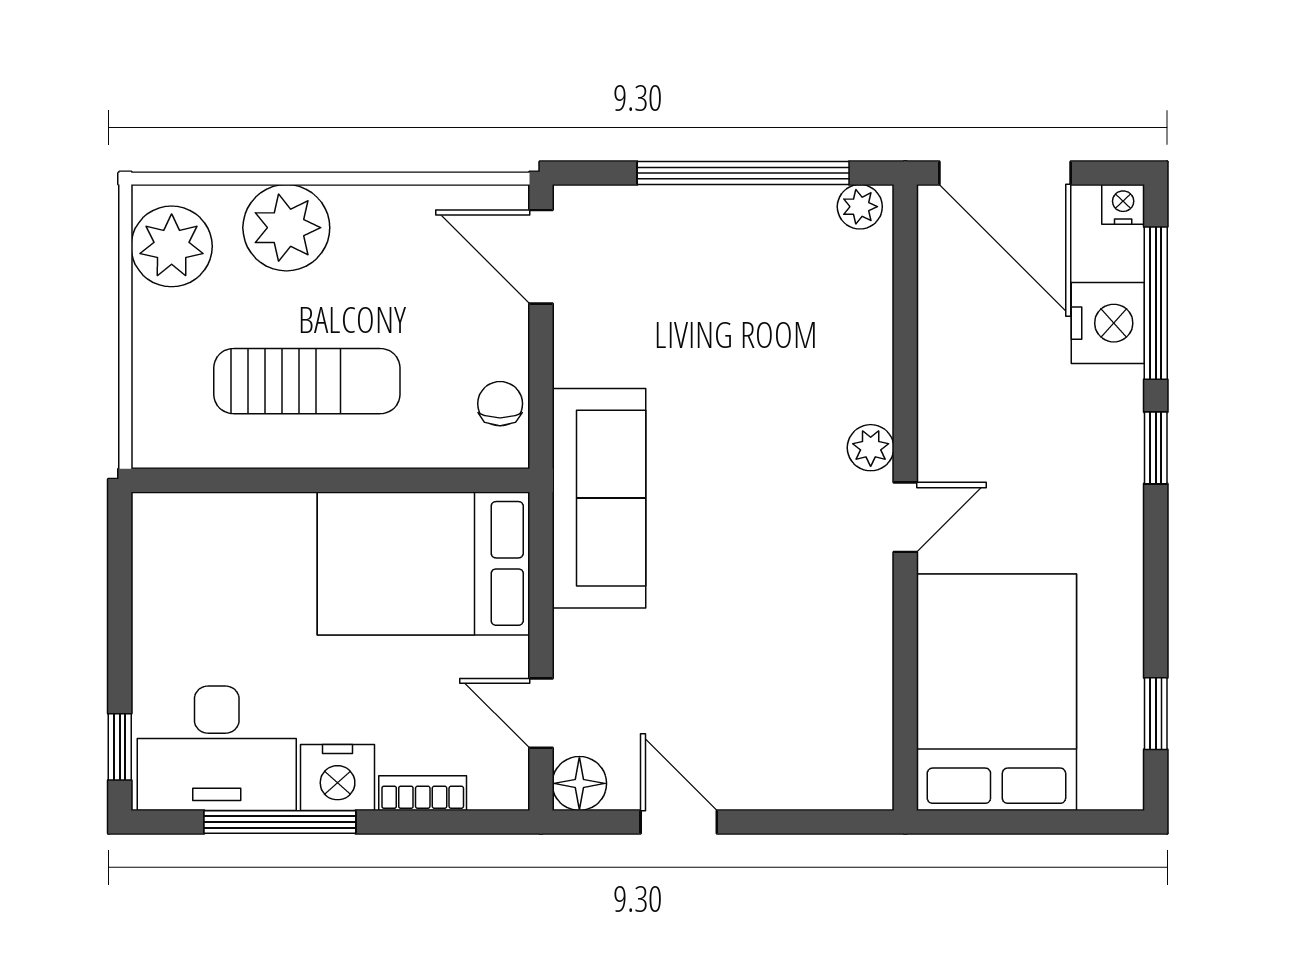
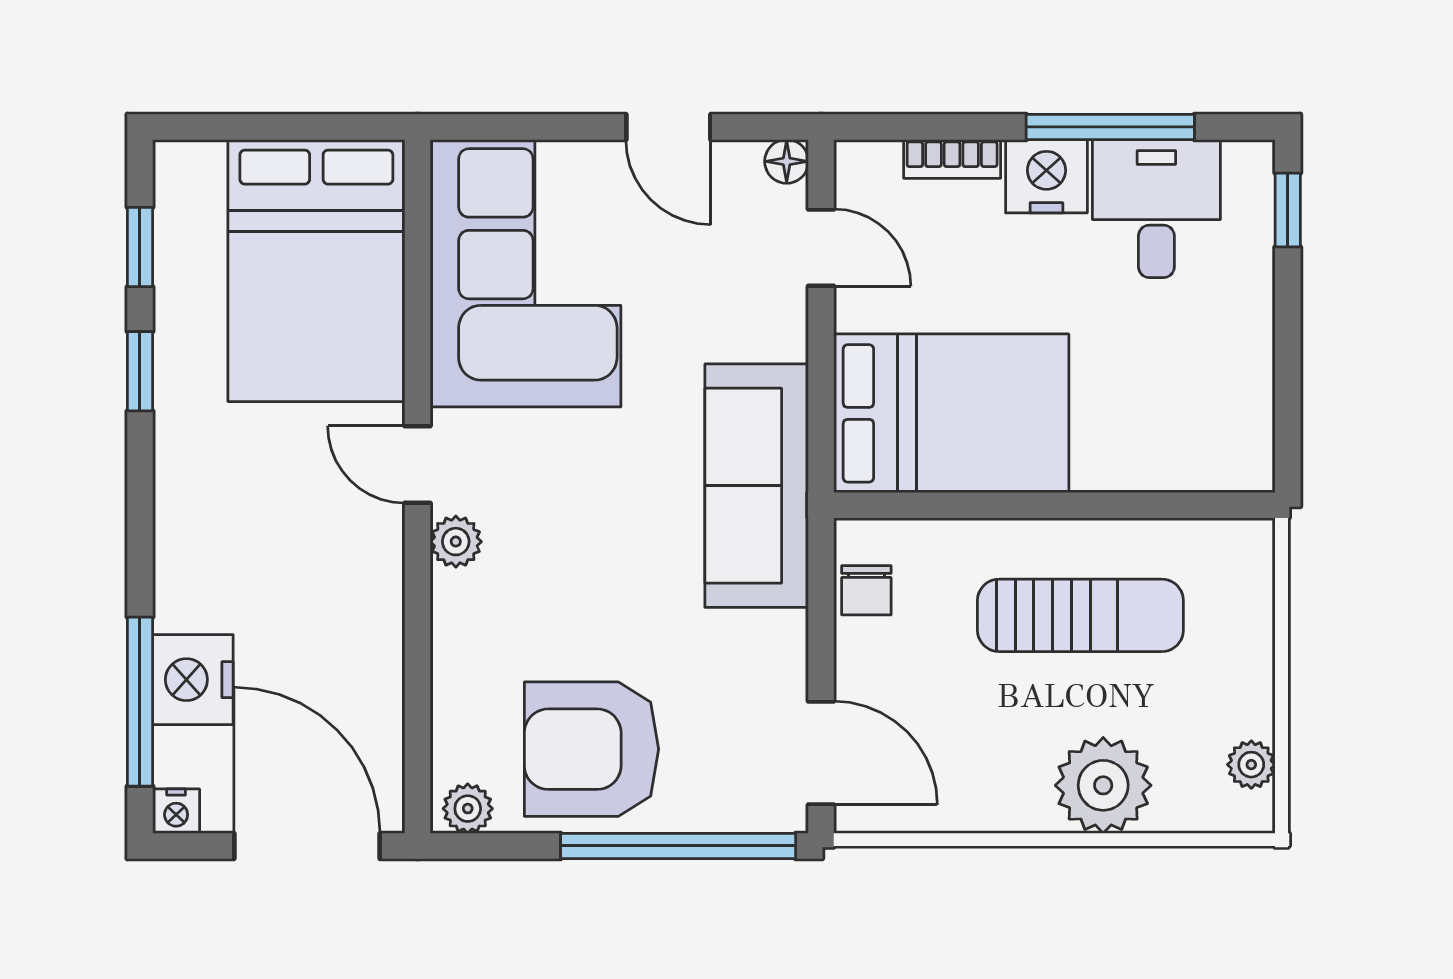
window: (743, 173) -> (678, 846), moved
plant: (172, 246) -> (1251, 765), width x0.53, depth x0.53
armchair: (748, 260) -> (592, 749), added
sun lounger: (307, 381) -> (1080, 615), turned 180
window: (1156, 448) -> (140, 371), moved
door: (905, 517) -> (417, 464), hinge flipped
corner sofa: (808, 690) -> (525, 273), added
desk: (217, 748) -> (1156, 209), width x0.73
floor lamp: (579, 783) -> (787, 161), width x0.73, depth x0.73

